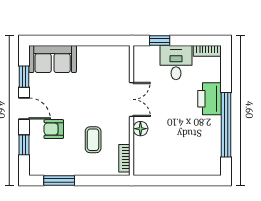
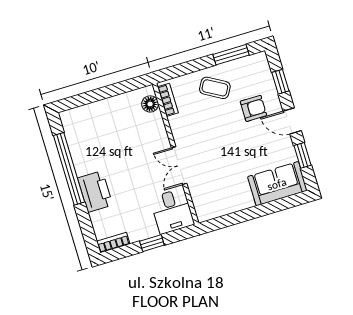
window: (160, 40) -> (152, 243), moved
desk: (176, 63) -> (172, 211), moved
floor lamp: (140, 129) -> (150, 104), moved
coffee table: (93, 140) -> (215, 88), moved, turned -60

